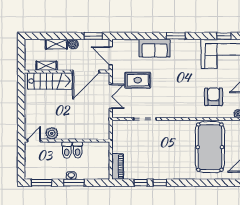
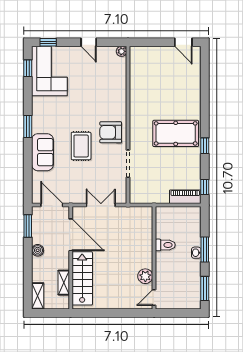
shelving: (56, 44) -> (38, 296), moved
door: (111, 56) -> (52, 205), swing flipped
rug: (138, 80) -> (81, 146), moved
armchair: (214, 97) -> (111, 132), moved
door: (34, 141) -> (154, 298), hinge flipped
pool table: (210, 147) -> (176, 133), moved, width x0.73, depth x0.76
toilet: (67, 150) -> (165, 258), removed
window: (141, 183) -> (205, 187), moved

